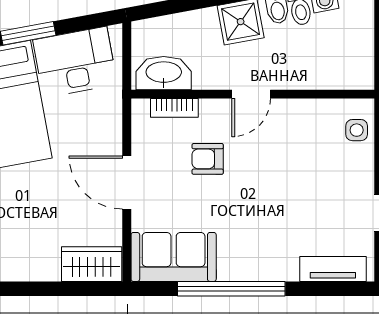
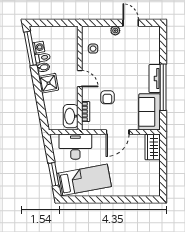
desk: (75, 62) -> (75, 147), moved, turned 101
side table: (357, 130) -> (93, 49), moved
plant: (363, 177) -> (115, 31), added
tv unit: (333, 269) -> (155, 78), moved

